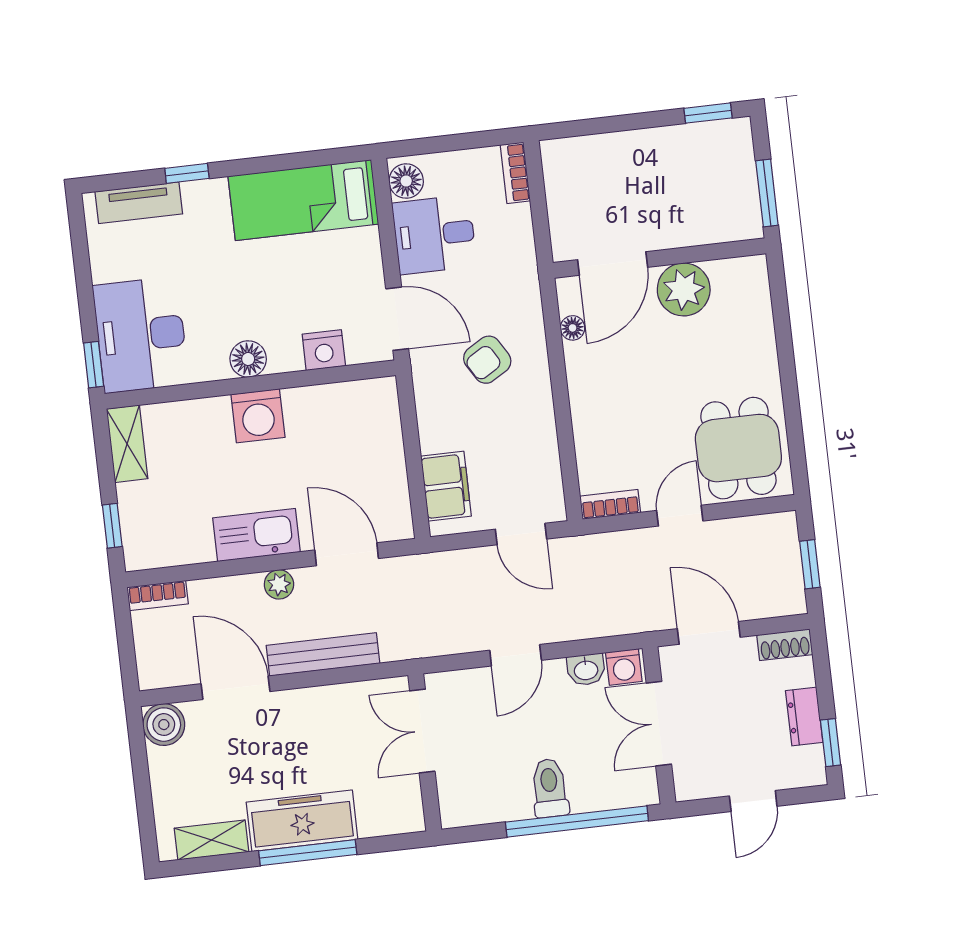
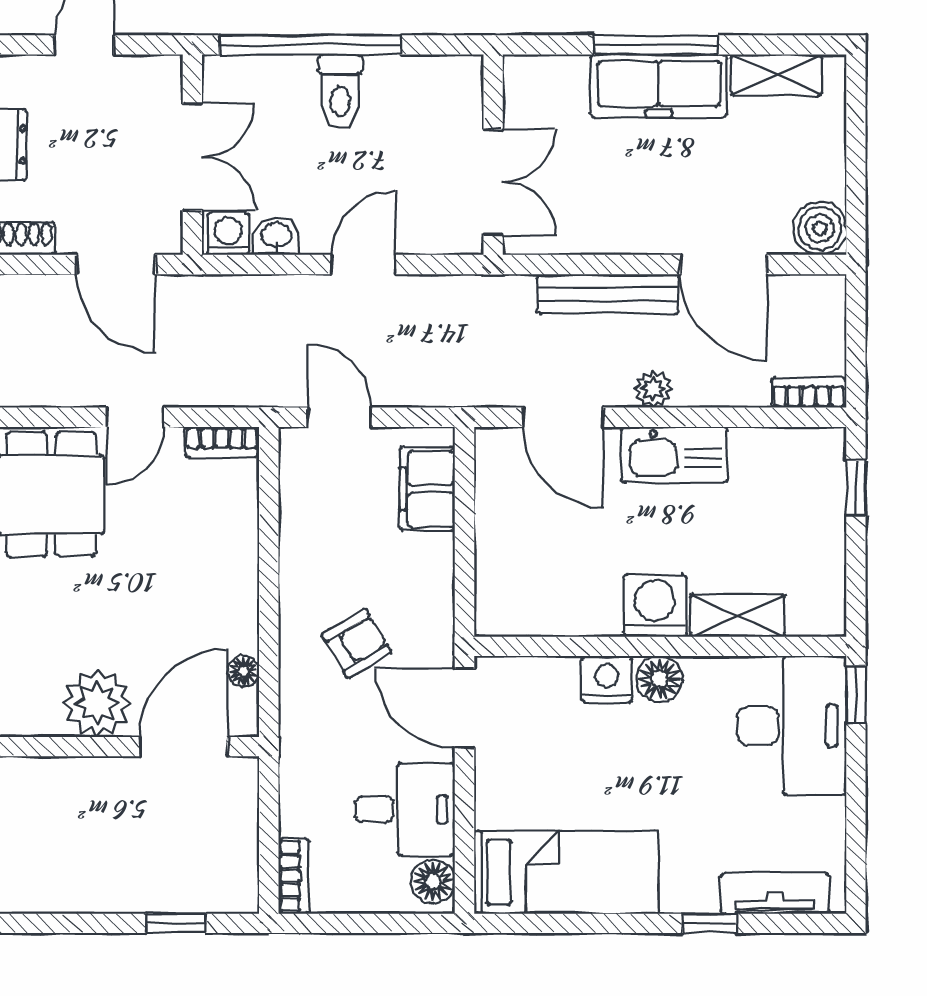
window: (708, 113) -> (176, 923), moved
nightstand: (324, 350) -> (607, 679), moved
shelving: (127, 444) -> (738, 616), moved, turned 90

